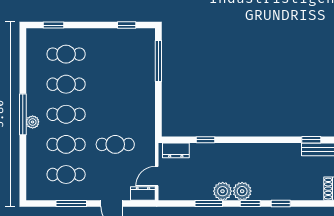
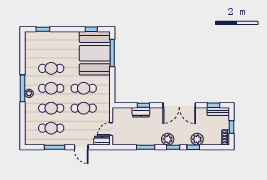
cafe table: (66, 54) -> (84, 88), moved
booth: (132, 61) -> (95, 53), added
double door: (260, 140) -> (179, 105), added
dresser: (176, 150) -> (141, 112), moved
plant: (223, 191) -> (197, 139), moved

